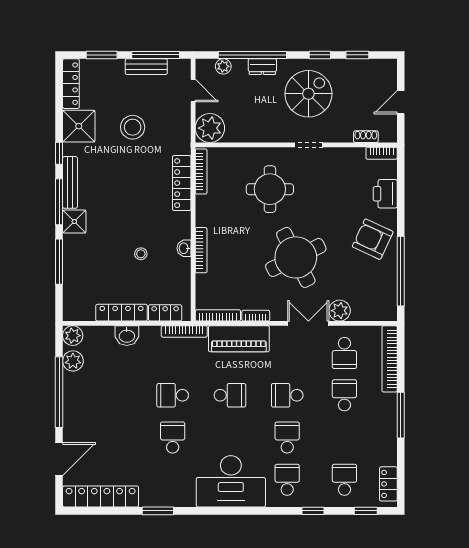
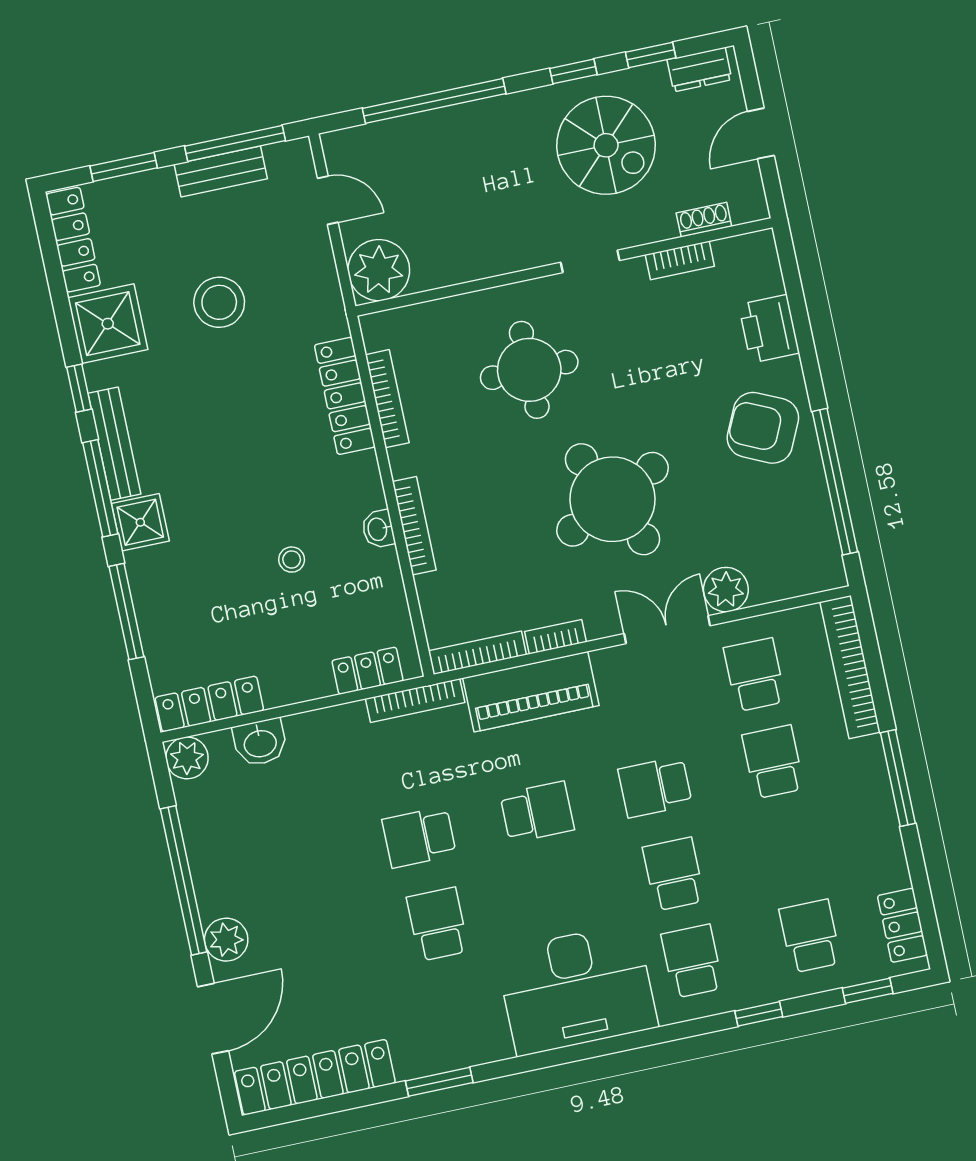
plant: (223, 66) -> (379, 137), removed
dresser: (262, 67) -> (699, 70), moved
spiral stairs: (308, 94) -> (606, 145), moved, turned 90
bookcase: (382, 153) -> (680, 260), moved
bookcase: (201, 171) -> (387, 399), moved
locker: (121, 313) -> (209, 704), moved
washbasin: (127, 336) -> (260, 742), moved
school desk: (344, 353) -> (755, 675), turned 180
plant: (73, 361) -> (226, 940), moved

